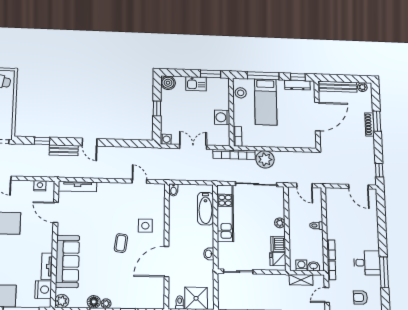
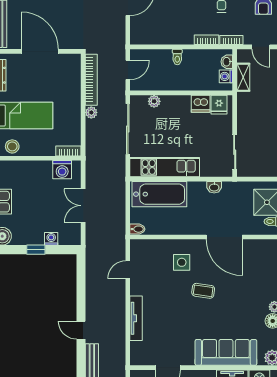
washing machine: (222, 117) -> (62, 170), moved
washing machine: (166, 139) -> (51, 239), moved
door: (90, 142) -> (81, 330), swing flipped
bookcase: (234, 154) -> (91, 80), moved
plant: (265, 159) -> (91, 112), width x0.53, depth x0.53
tv unit: (78, 187) -> (136, 318), moved
bathtub: (205, 209) -> (159, 194), width x1.36, depth x1.36
plant: (280, 223) -> (154, 101), moved

